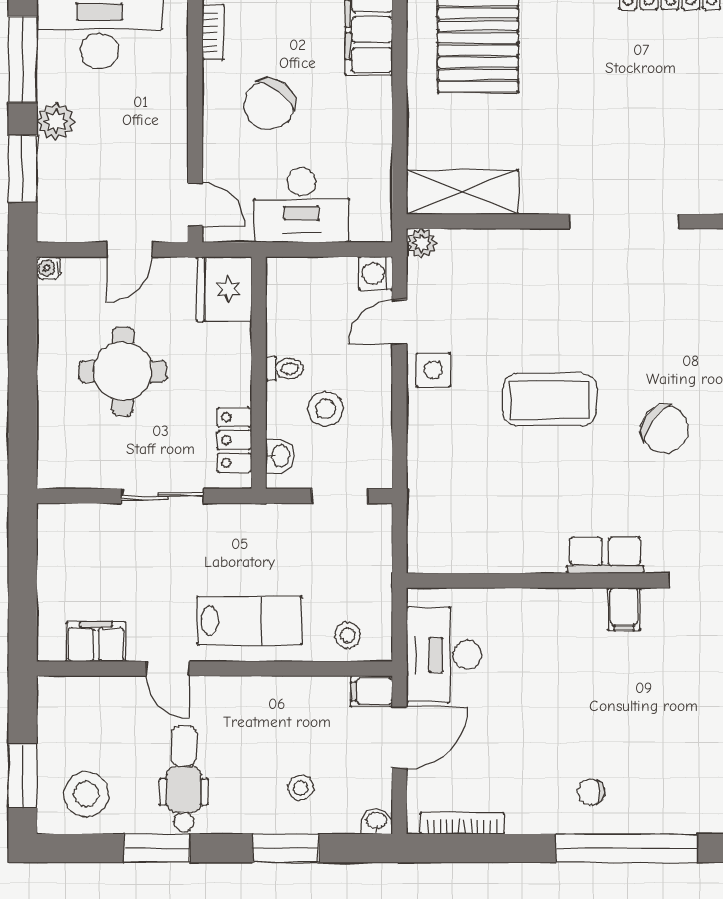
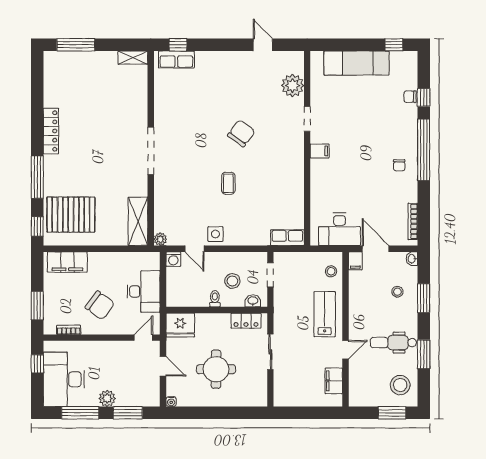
coffee table: (550, 400) -> (228, 183), width x0.54, depth x0.58
row of seats: (605, 555) -> (287, 238), moved, turned 90

